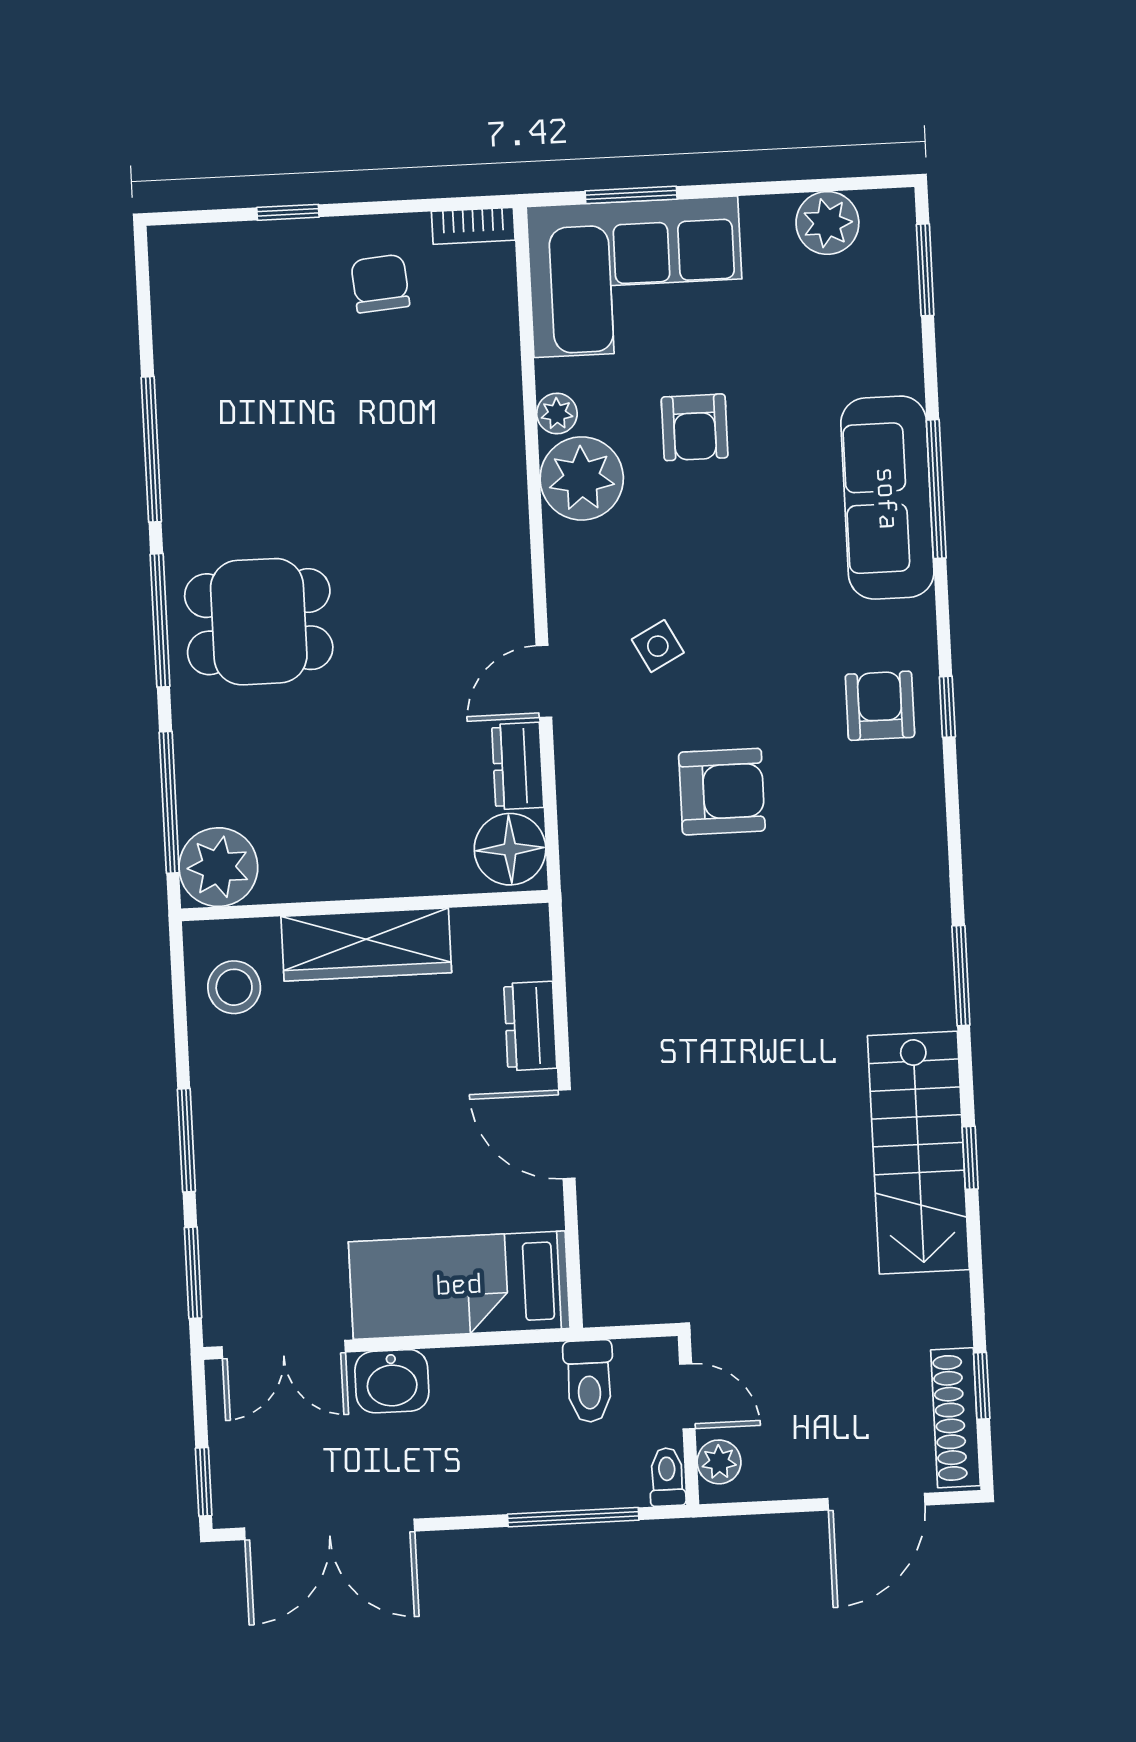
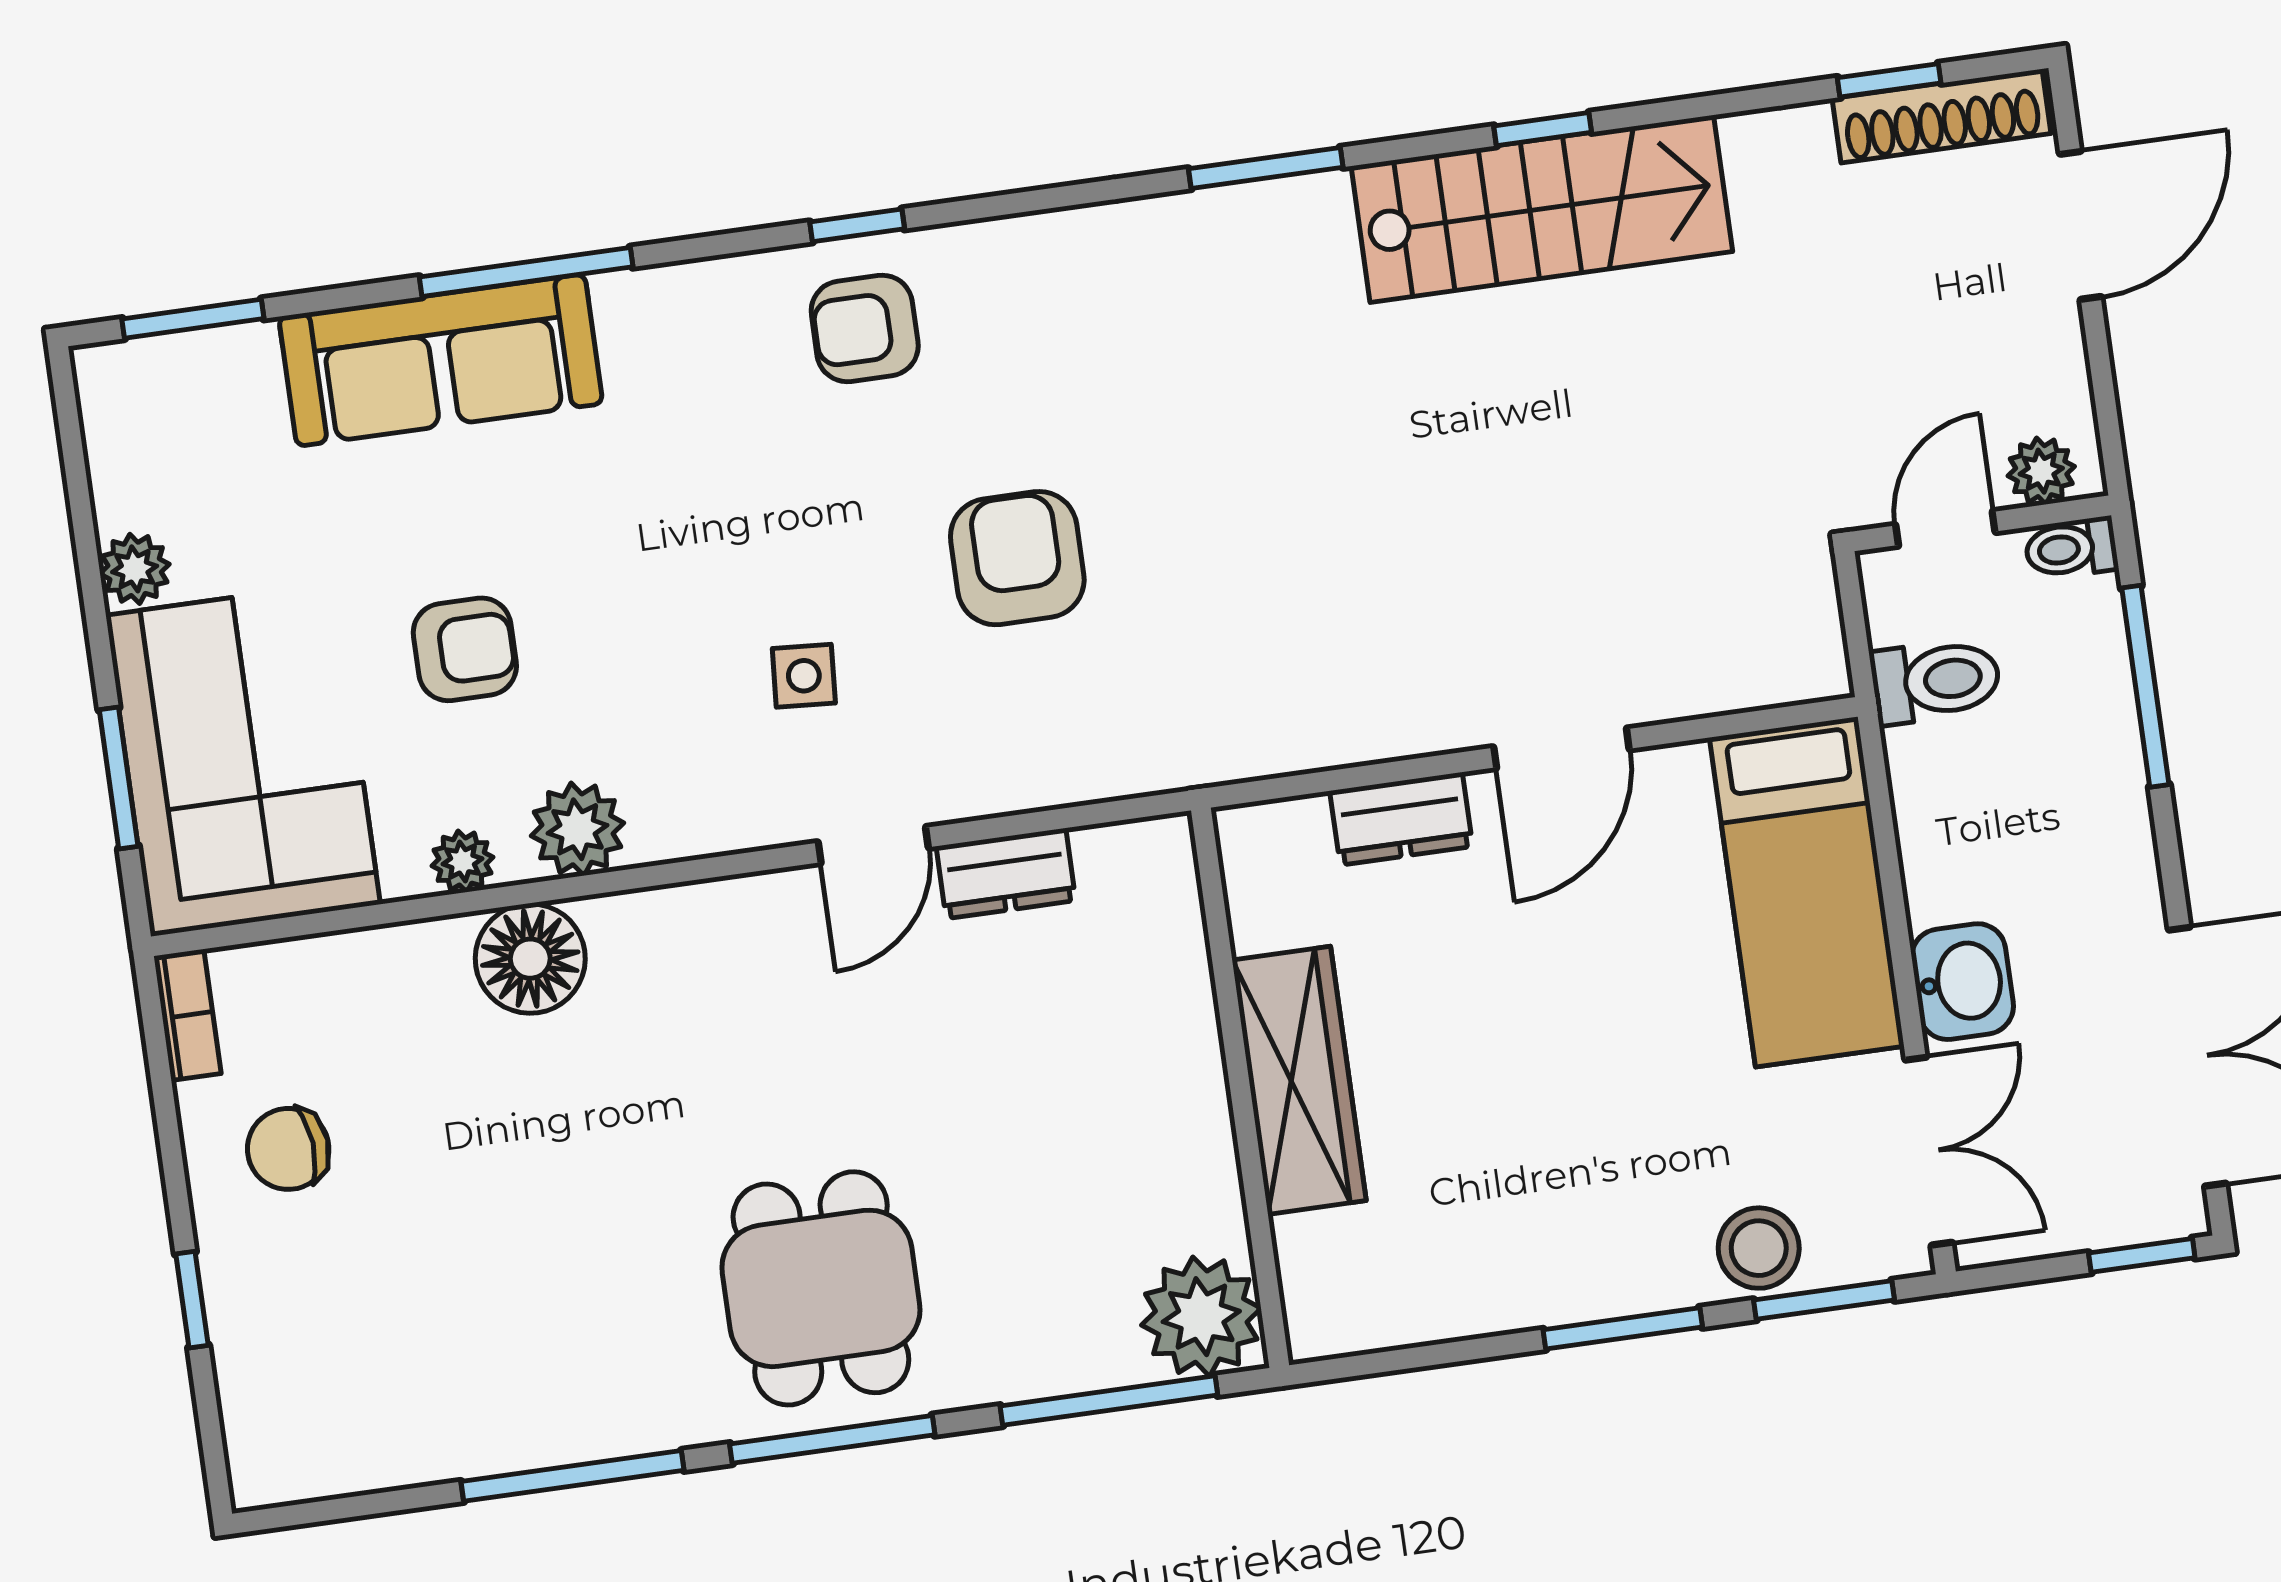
plant: (827, 223) -> (135, 569), moved, width x0.73, depth x0.73
plant: (582, 478) -> (578, 829), width x0.73, depth x0.73
sofa: (887, 498) -> (441, 360), moved
side table: (658, 646) -> (804, 676), turned 32
door: (544, 681) -> (873, 845), hinge flipped
floor lamp: (510, 849) -> (530, 959), moved
stool: (234, 987) -> (1759, 1248), moved
door: (876, 1502) -> (2081, 225), hinge flipped

